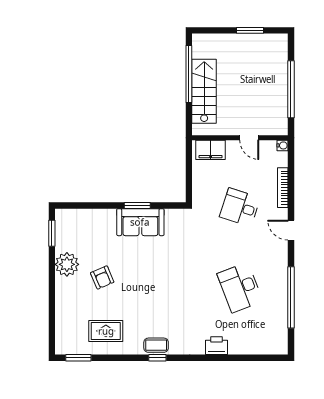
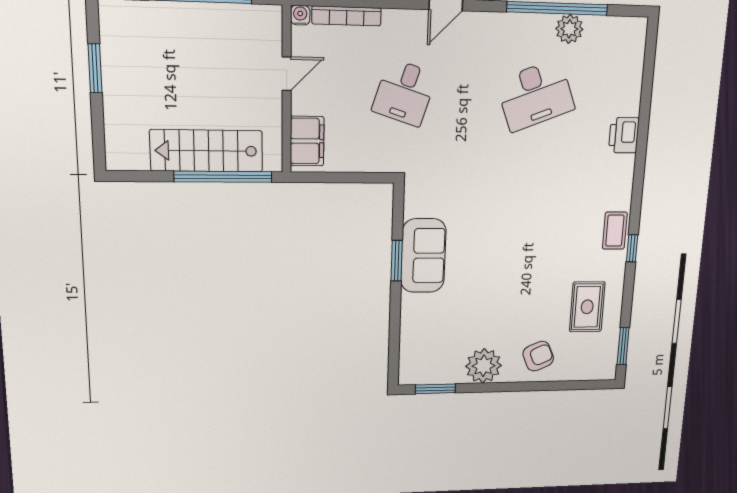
window: (189, 74) -> (223, 177), moved
bookcase: (283, 188) -> (346, 16), moved
armchair: (102, 277) -> (538, 356), moved
plant: (279, 306) -> (569, 29), added
window: (157, 358) -> (632, 248), moved

